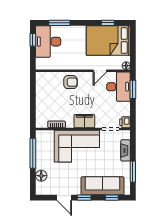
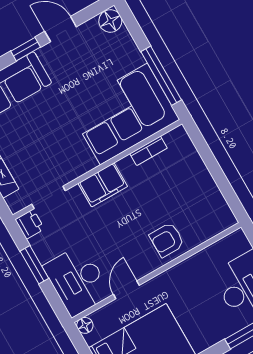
window: (133, 89) -> (34, 265), moved
corner sofa: (77, 146) -> (124, 114), moved
floor lamp: (41, 176) -> (110, 21), moved

